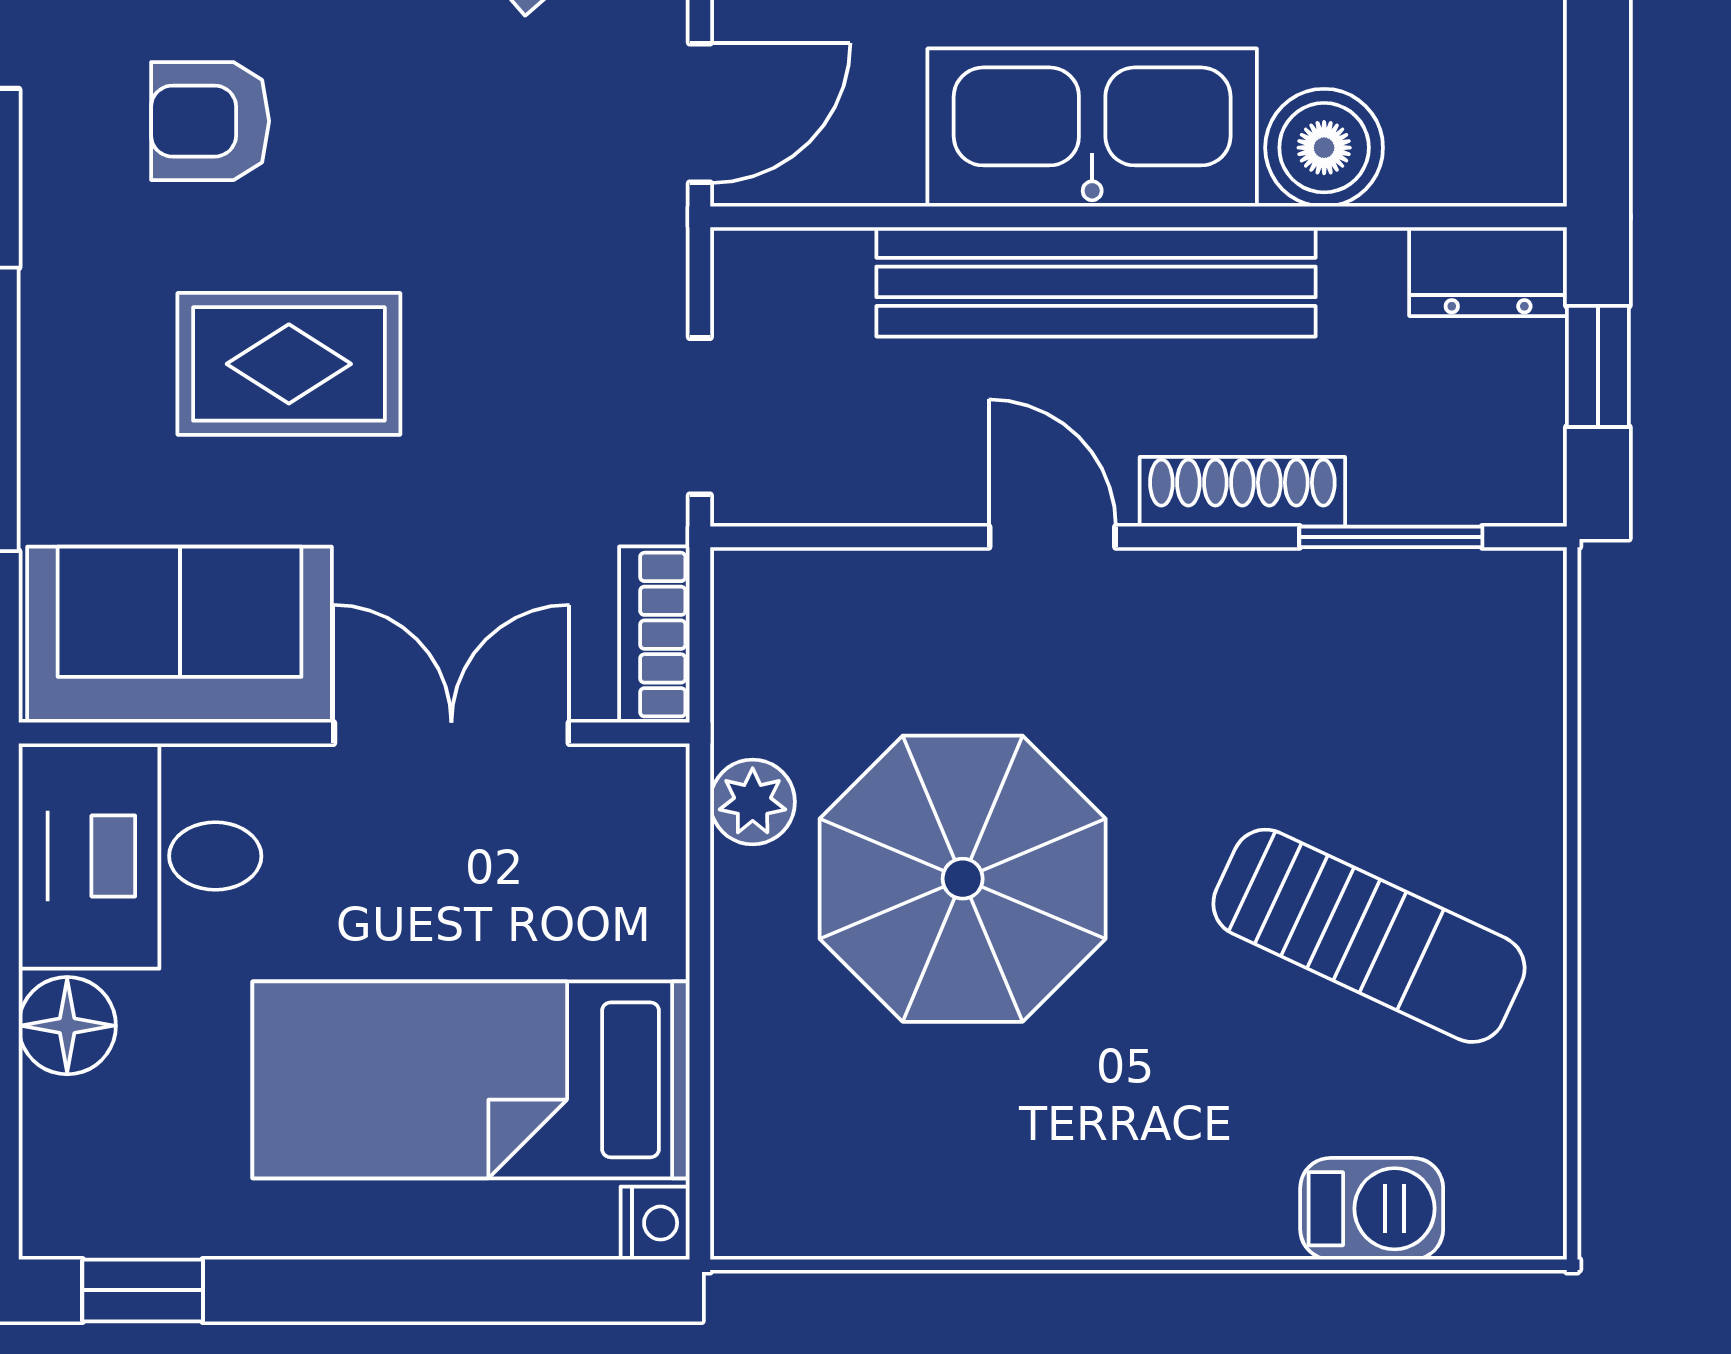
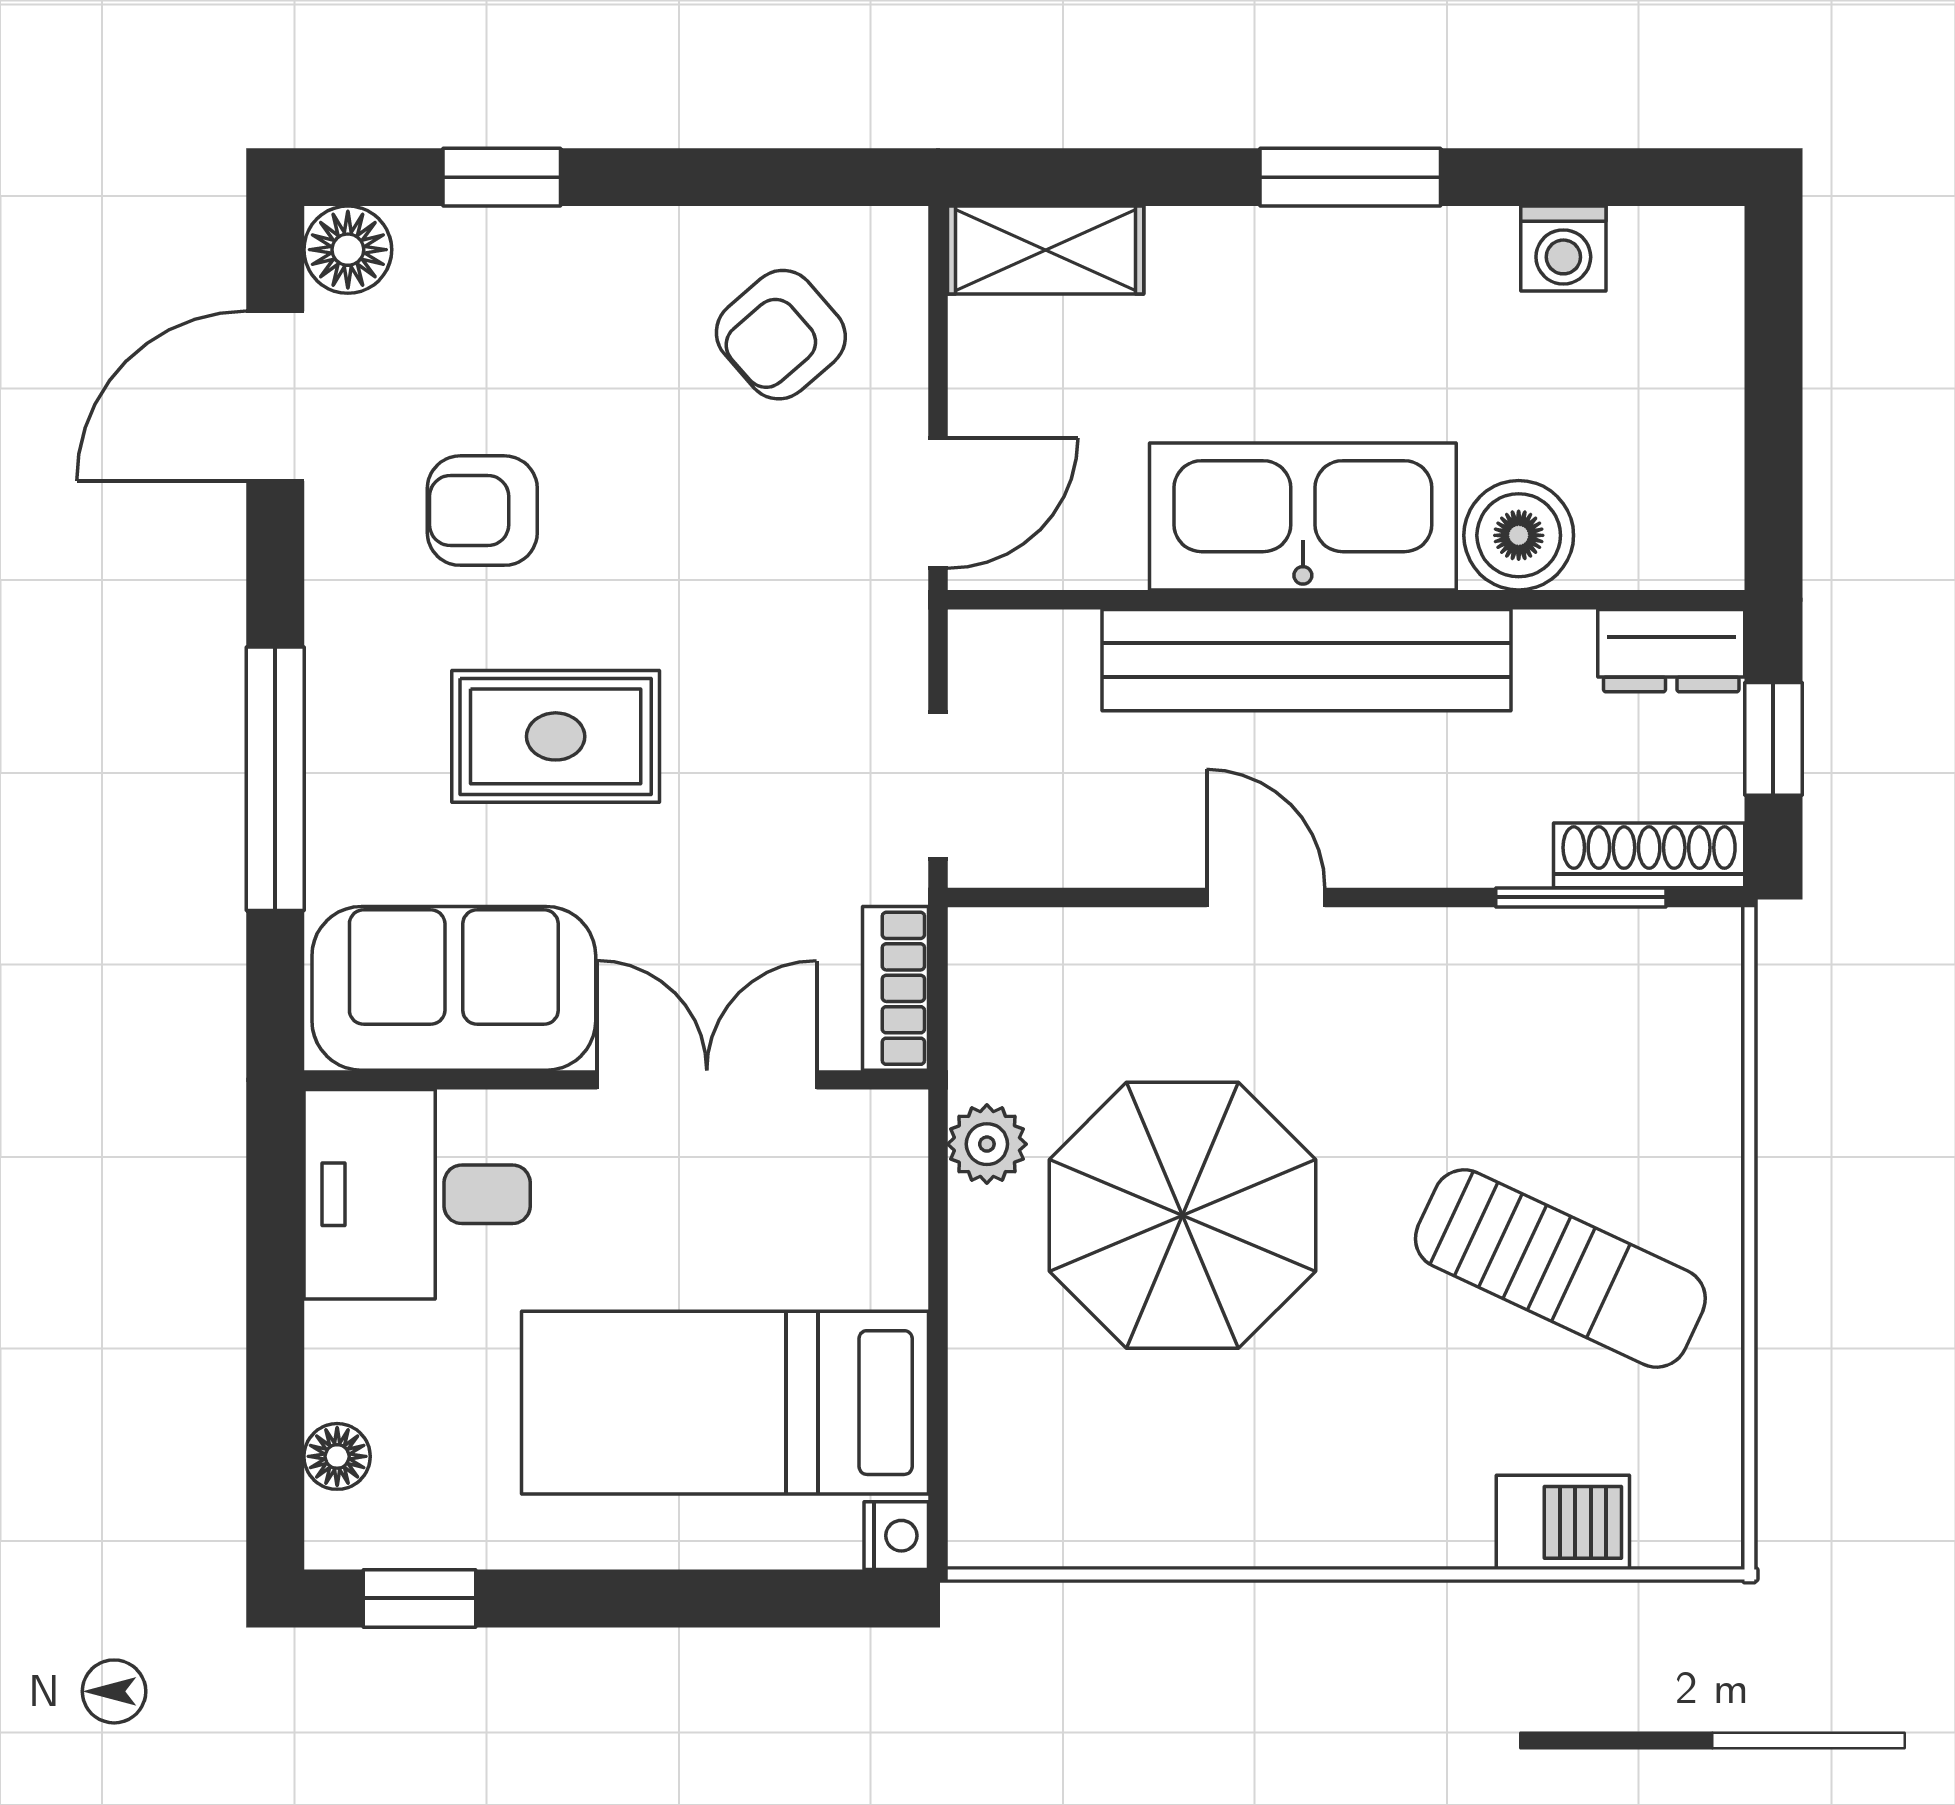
shoe rack: (1242, 492) -> (1649, 855), moved
floor lamp: (67, 1026) -> (337, 1456), moved, width x0.73, depth x0.73

